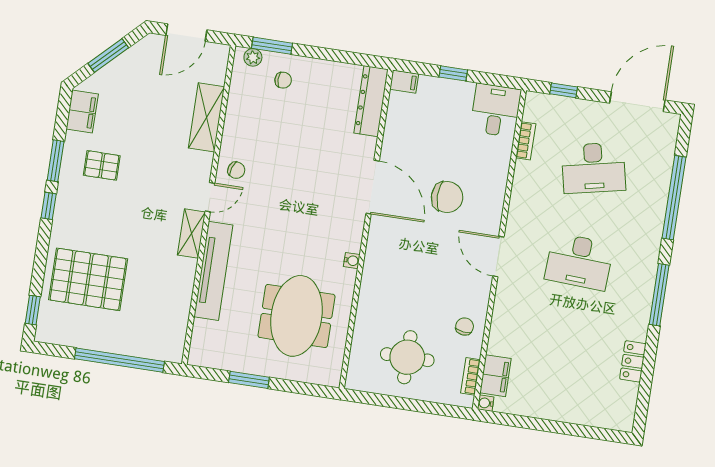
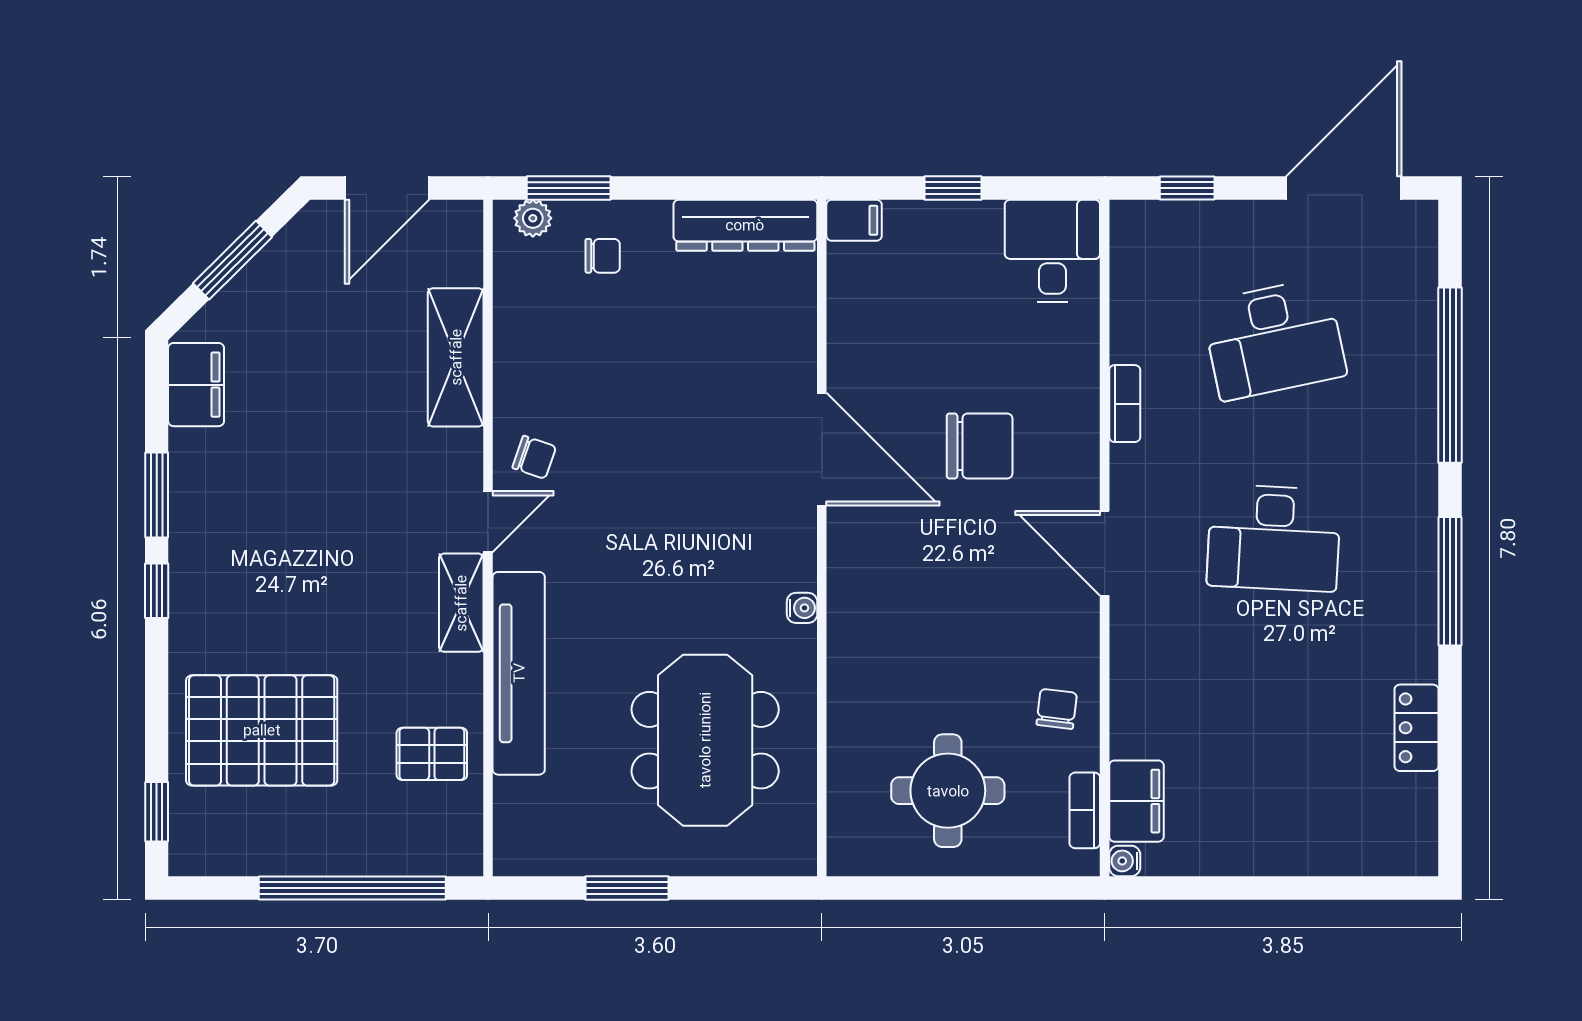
dresser: (371, 101) -> (745, 225), moved, turned -90
bookcase: (526, 141) -> (1125, 404), moved
pallet: (102, 165) -> (432, 754), moved

